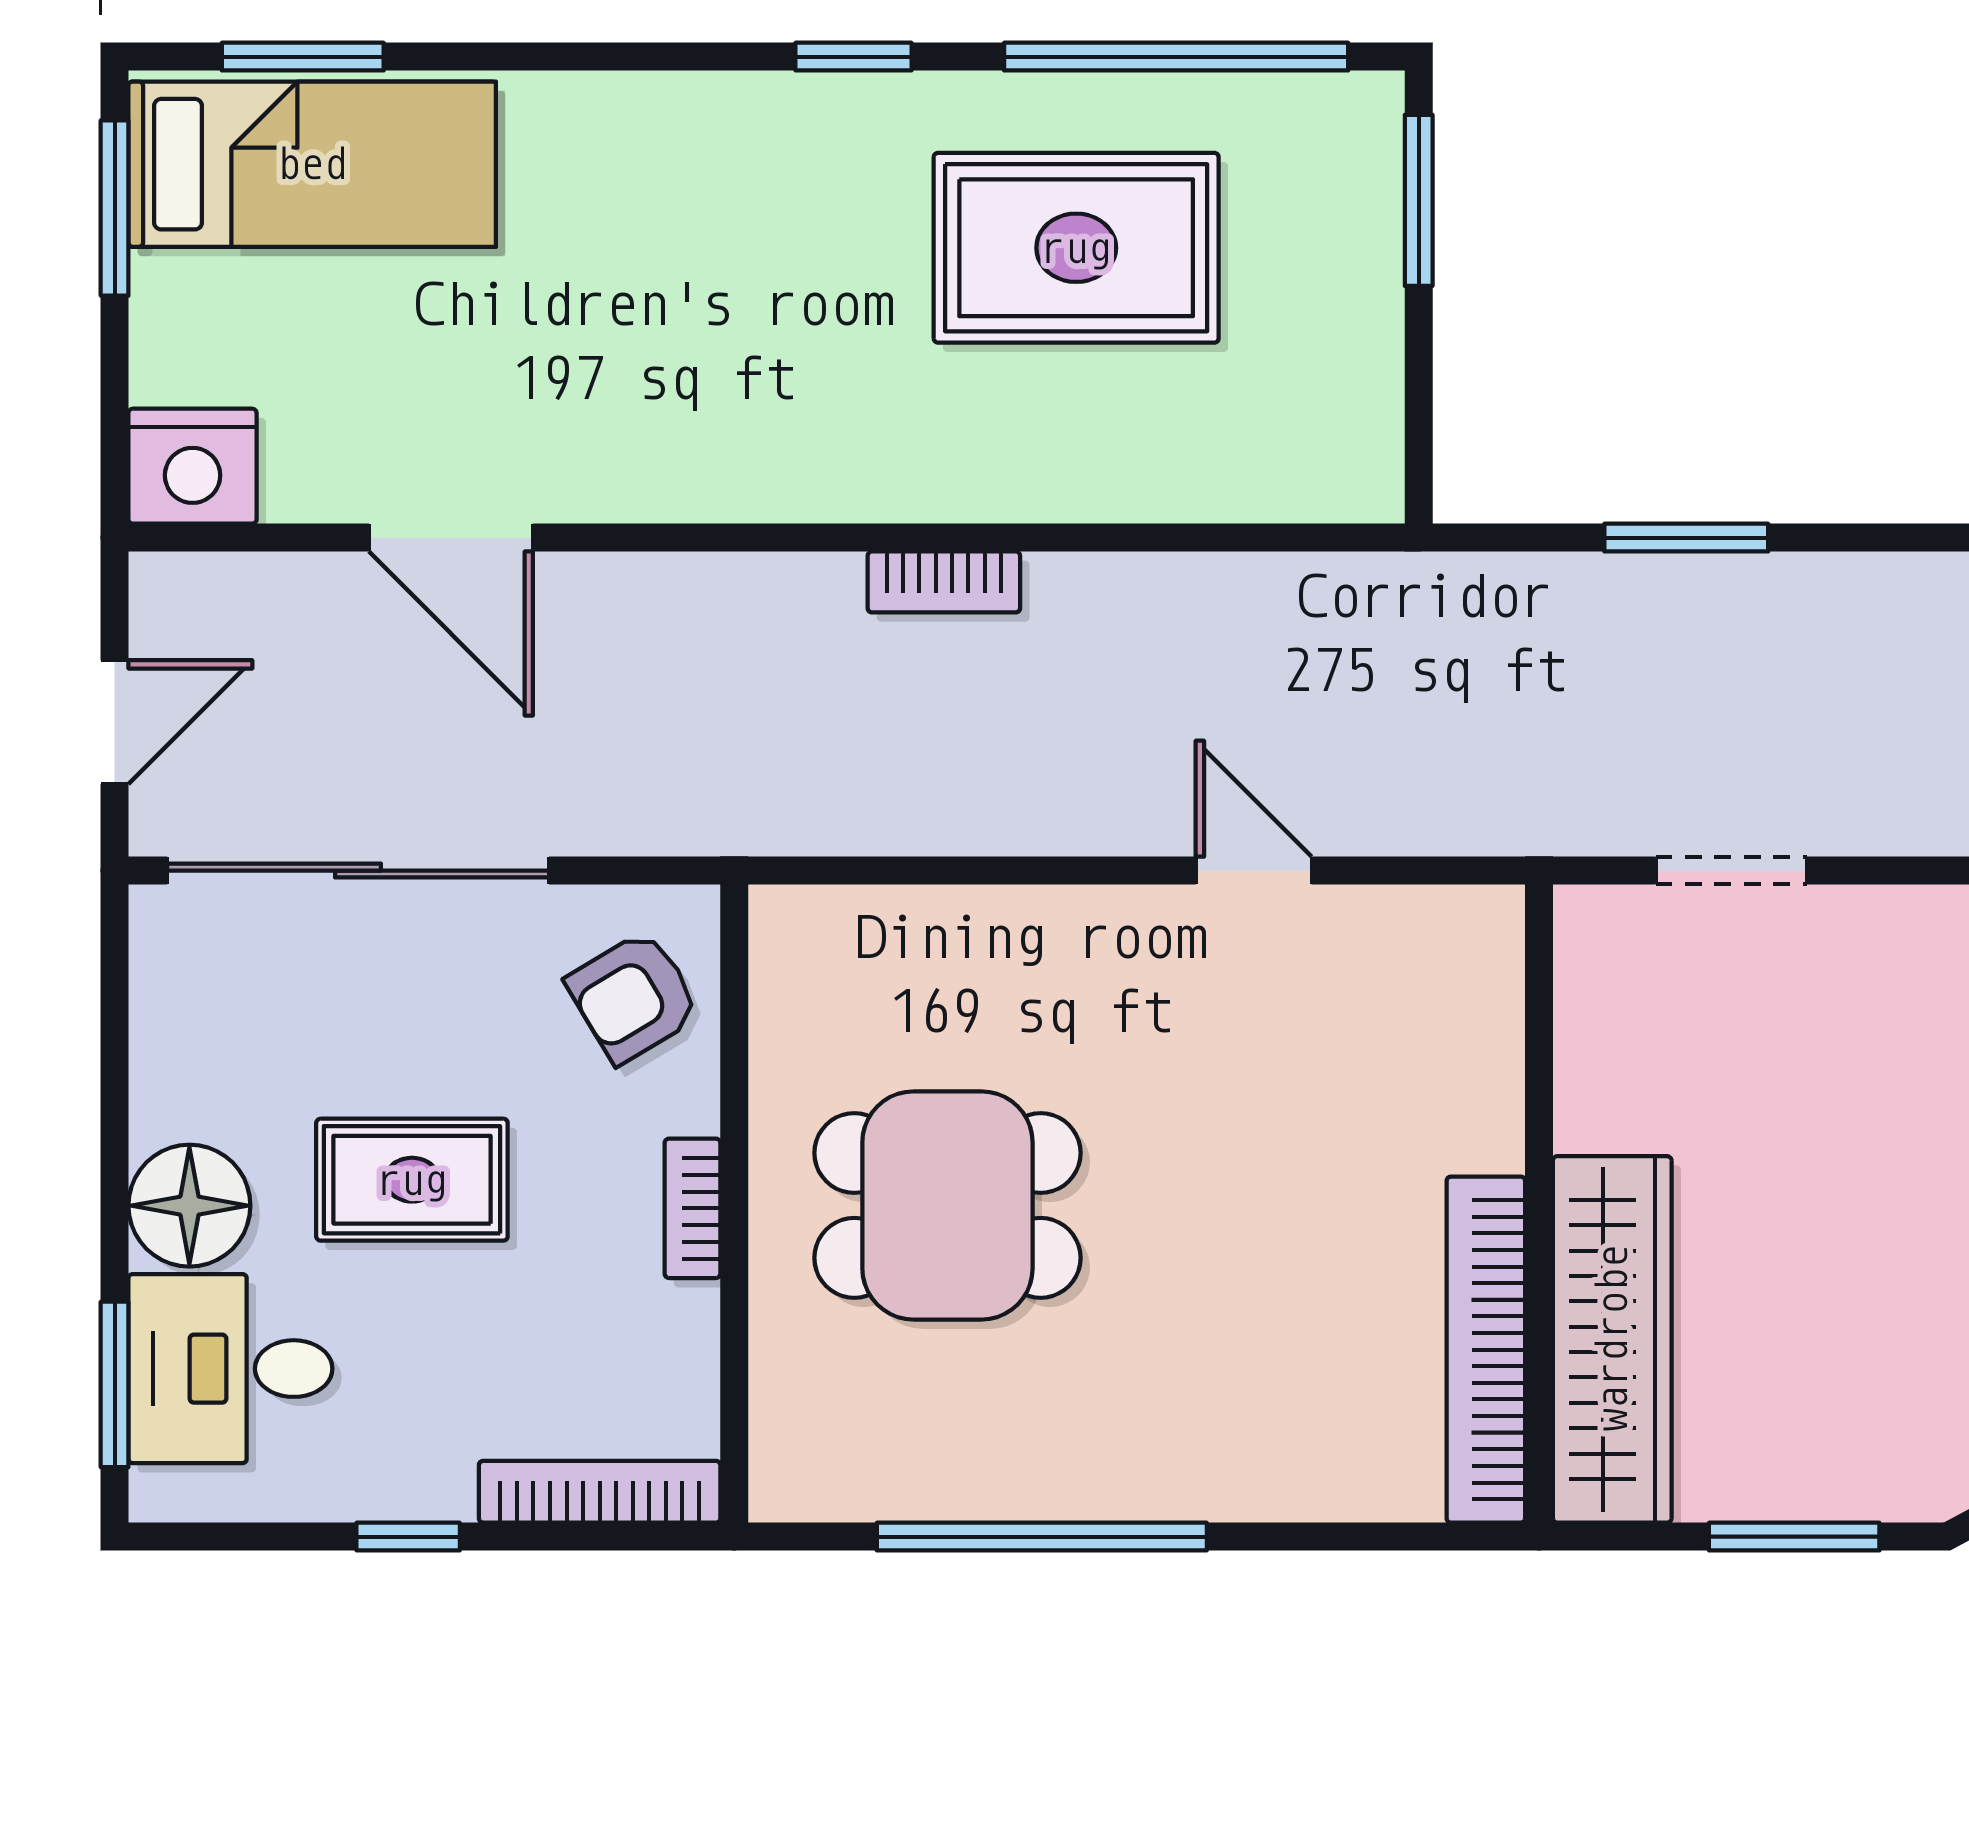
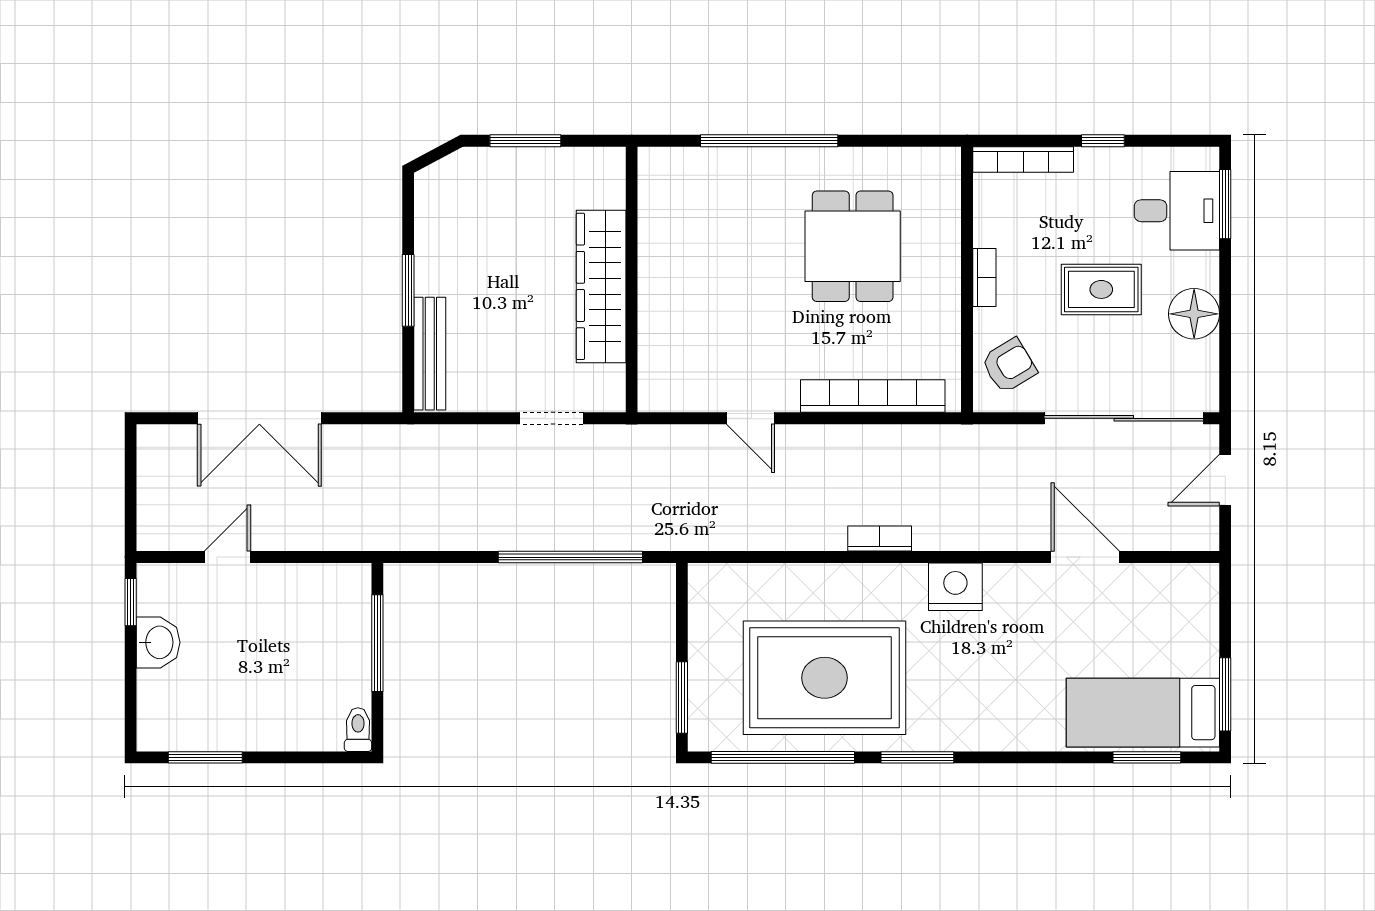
window: (854, 57) -> (917, 757), width x1.50
rug: (1076, 248) -> (825, 678), width x1.37, depth x1.44
nightstand: (193, 466) -> (955, 587), moved
window: (1686, 538) -> (570, 557), width x2.11
dining table: (947, 1205) -> (853, 246), moved, turned 90
floor lamp: (189, 1206) -> (1194, 314), moved
wardrobe: (1612, 1339) -> (601, 286), moved
bookcase: (1486, 1350) -> (873, 396), moved, turned -90
window: (1042, 1537) -> (769, 141), moved

